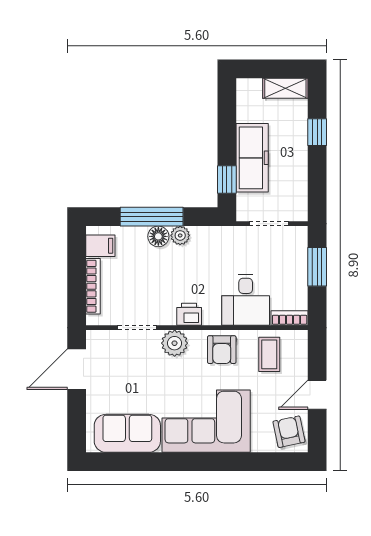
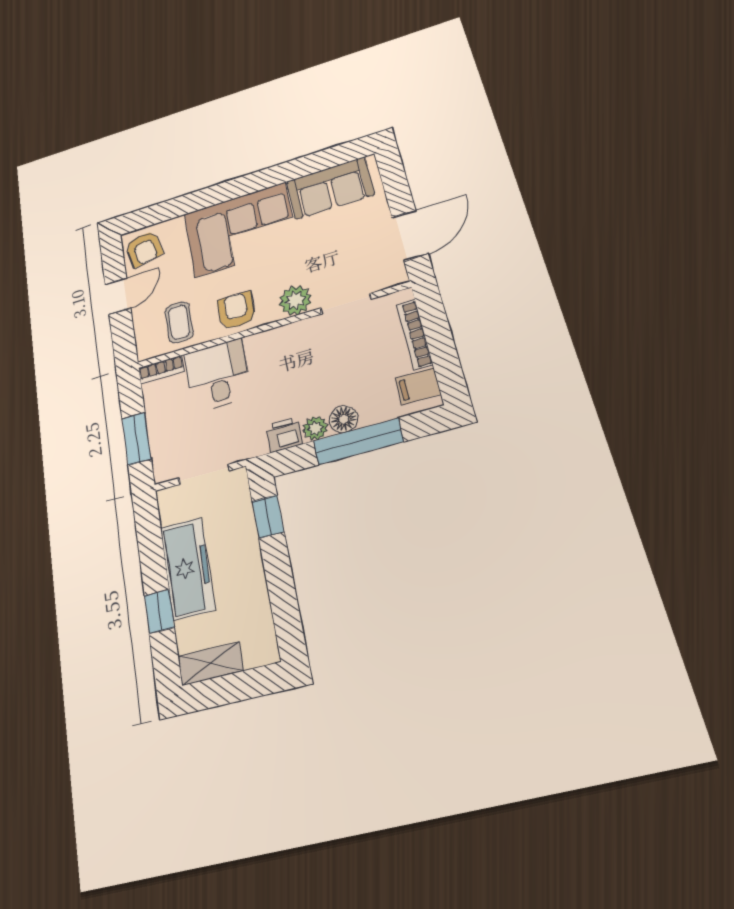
freezer: (252, 158) -> (187, 568), moved, turned 180
printer: (189, 314) -> (284, 435), moved, turned 180

